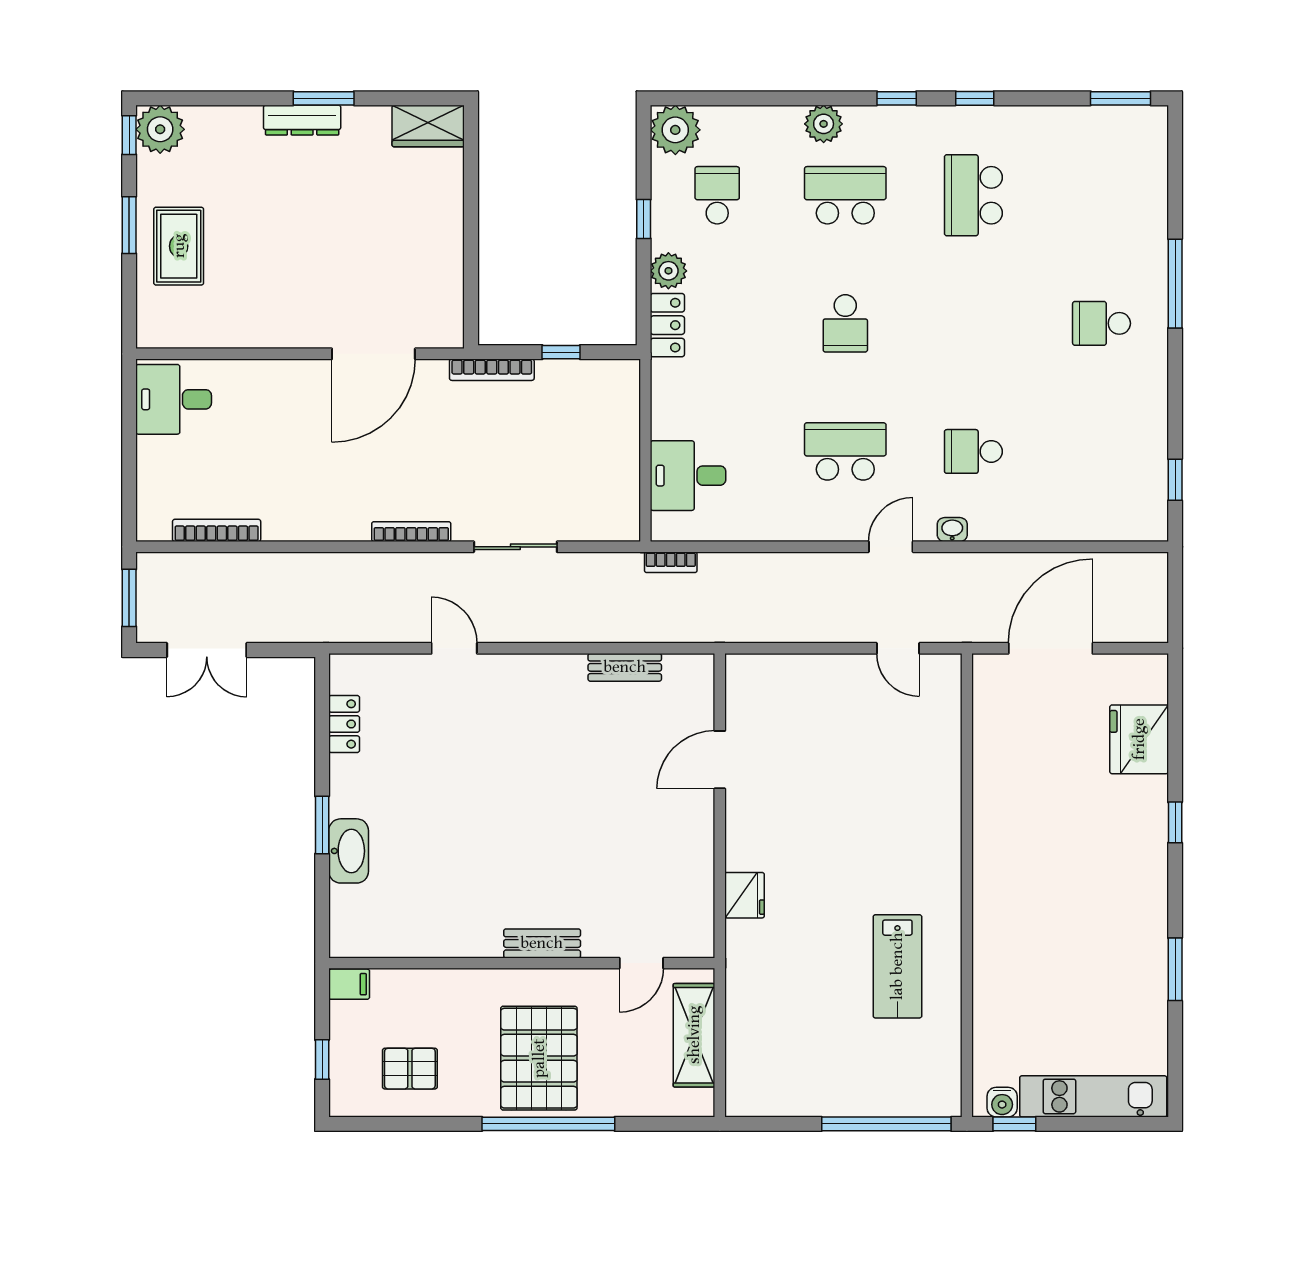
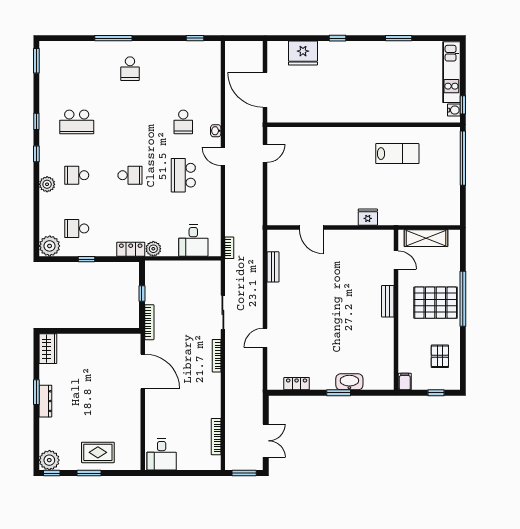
school desk: (845, 195) -> (77, 175), width x0.54
plant: (668, 271) -> (153, 249), moved

